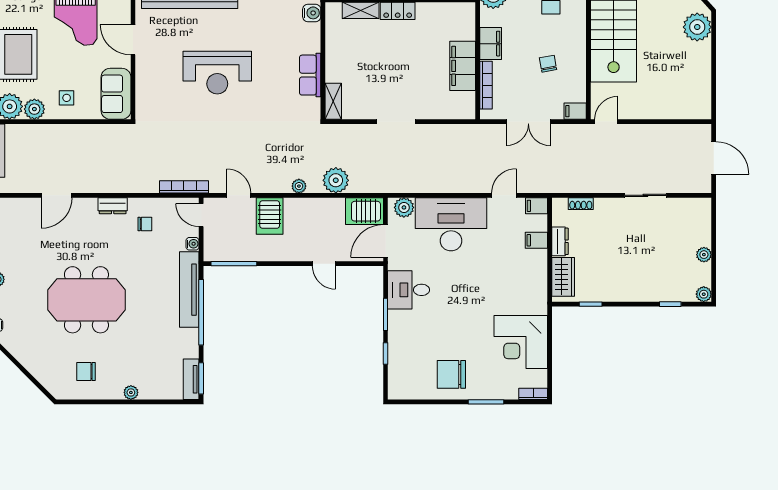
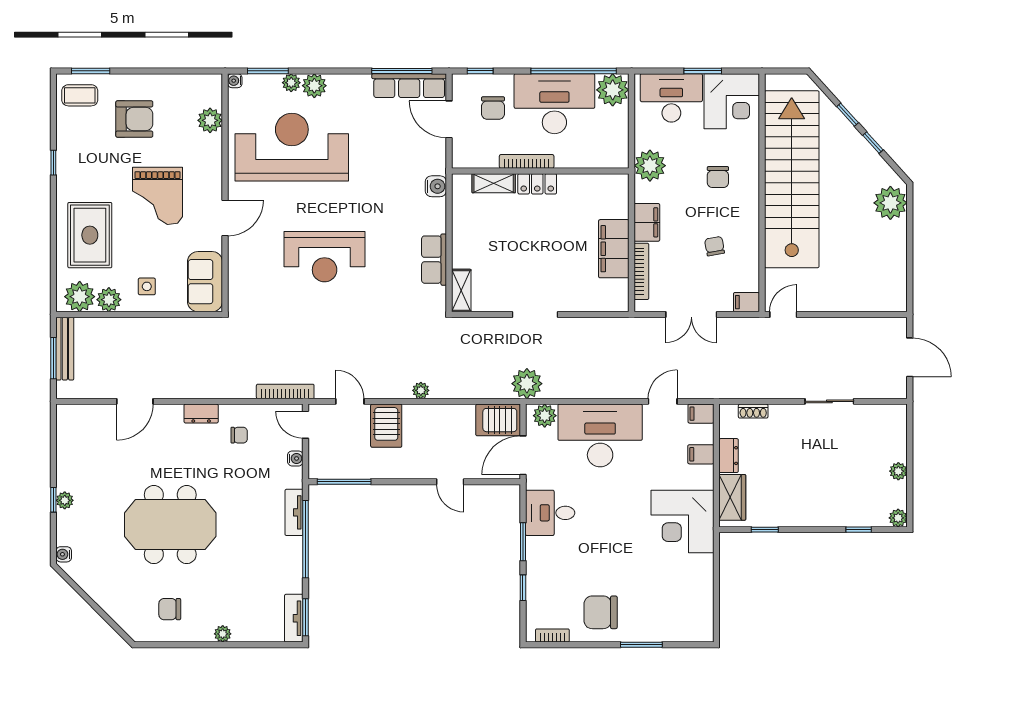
door: (133, 40) -> (225, 218), swing flipped
plant: (336, 180) -> (527, 384), moved
tv unit: (189, 290) -> (294, 512), width x0.52, depth x0.78
corner desk: (521, 342) -> (682, 521), moved
bookcase: (533, 394) -> (552, 636), moved

